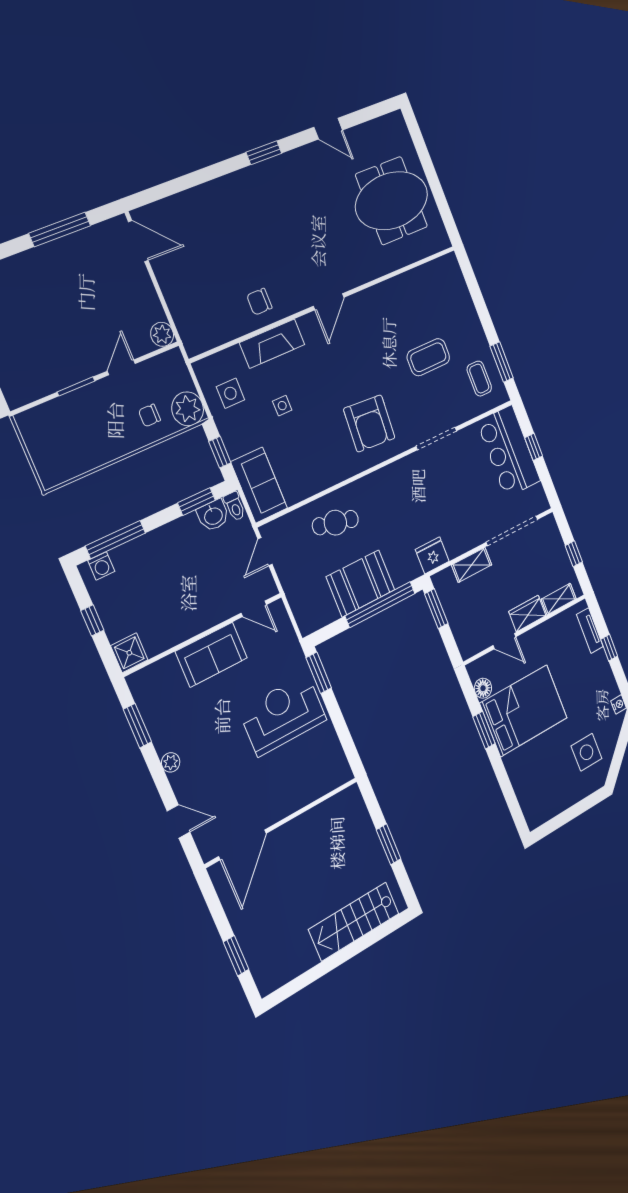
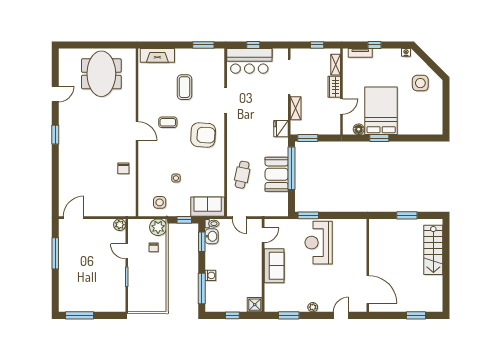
fireplace: (272, 344) -> (157, 55), moved, turned 90
coffee table: (479, 379) -> (168, 122), moved
washing machine: (101, 566) -> (210, 275), moved

